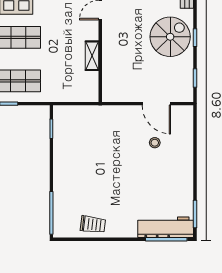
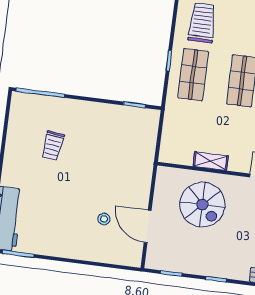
spiral stairs: (170, 37) -> (202, 205), moved
door: (156, 104) -> (148, 226), hinge flipped
trolley: (93, 224) -> (53, 146), moved

